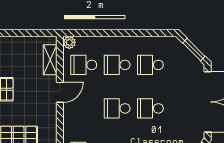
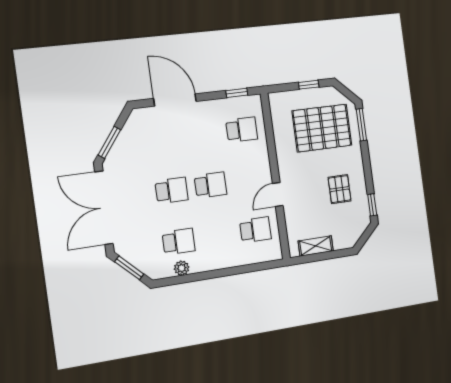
plant: (69, 42) -> (182, 268), moved
shelving: (50, 60) -> (316, 246), moved, turned 90
school desk: (117, 65) -> (217, 236), removed

